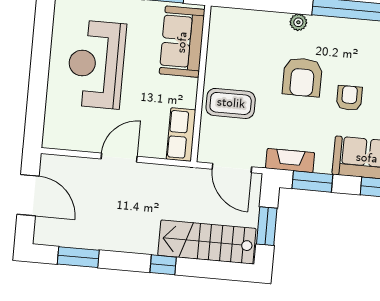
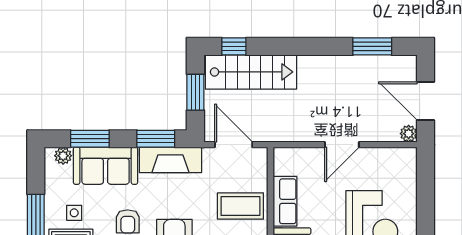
row of seats: (181, 135) -> (285, 201), moved
fireplace: (290, 160) -> (170, 160), width x1.37, depth x1.32
plant: (49, 163) -> (409, 134), added
window: (163, 265) -> (234, 46), moved

